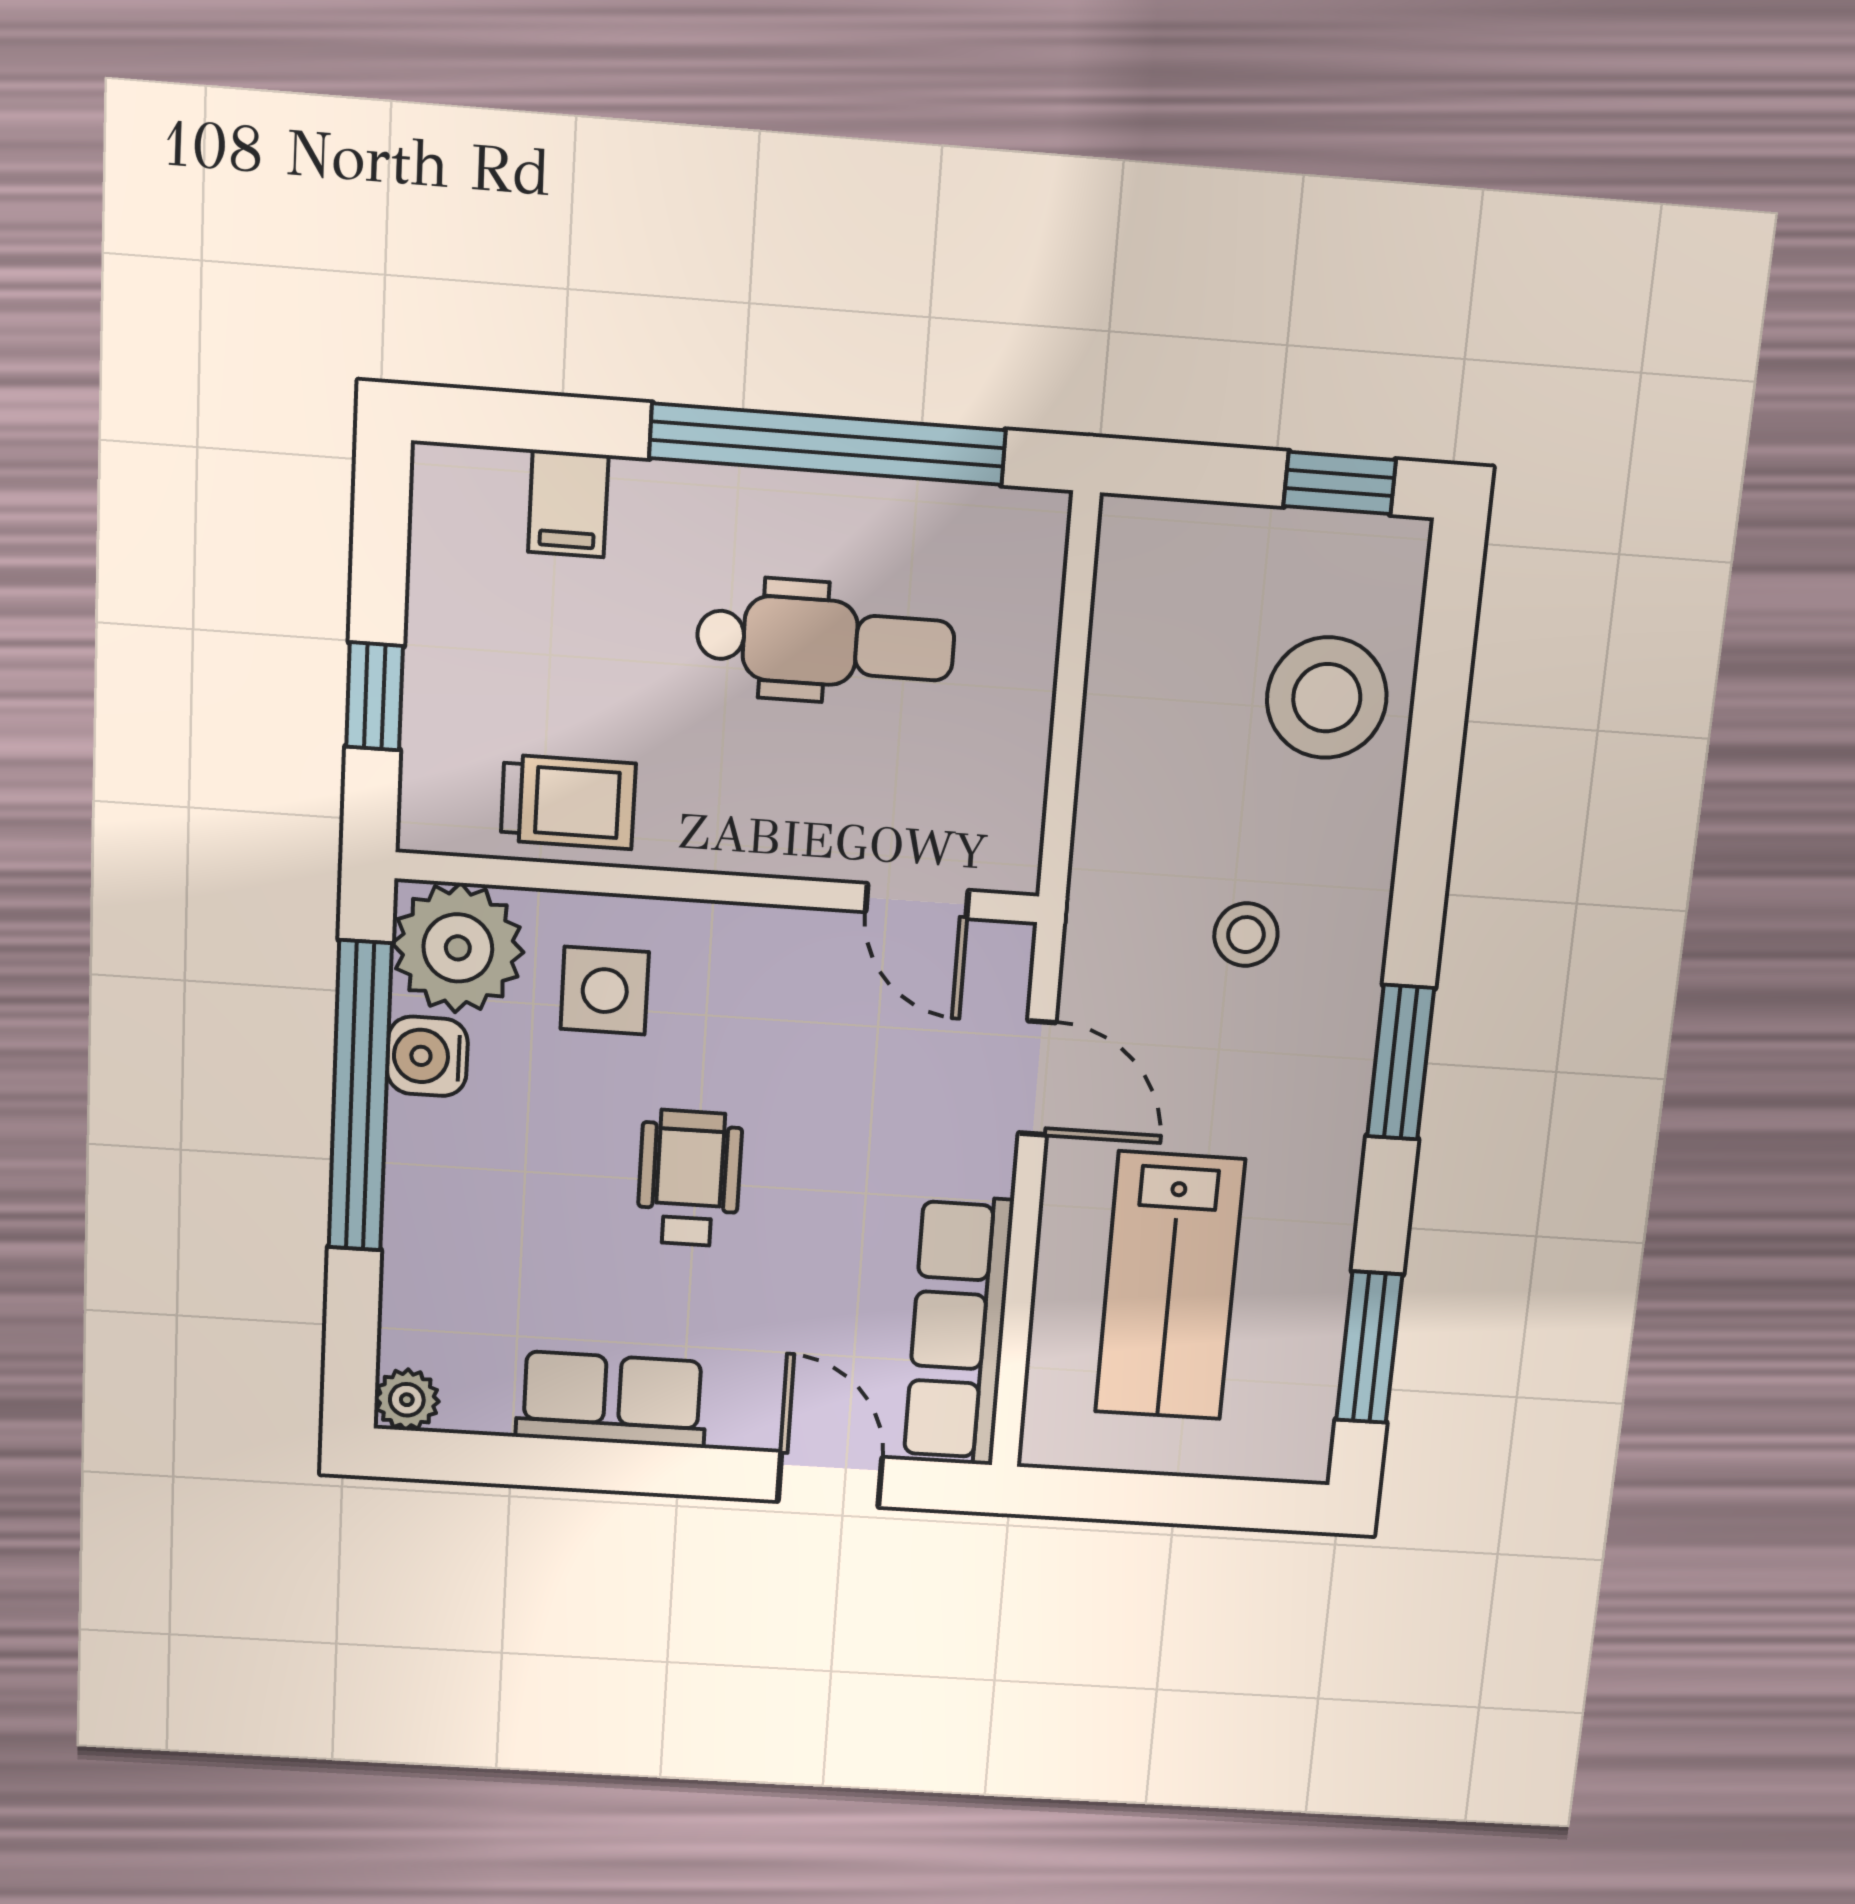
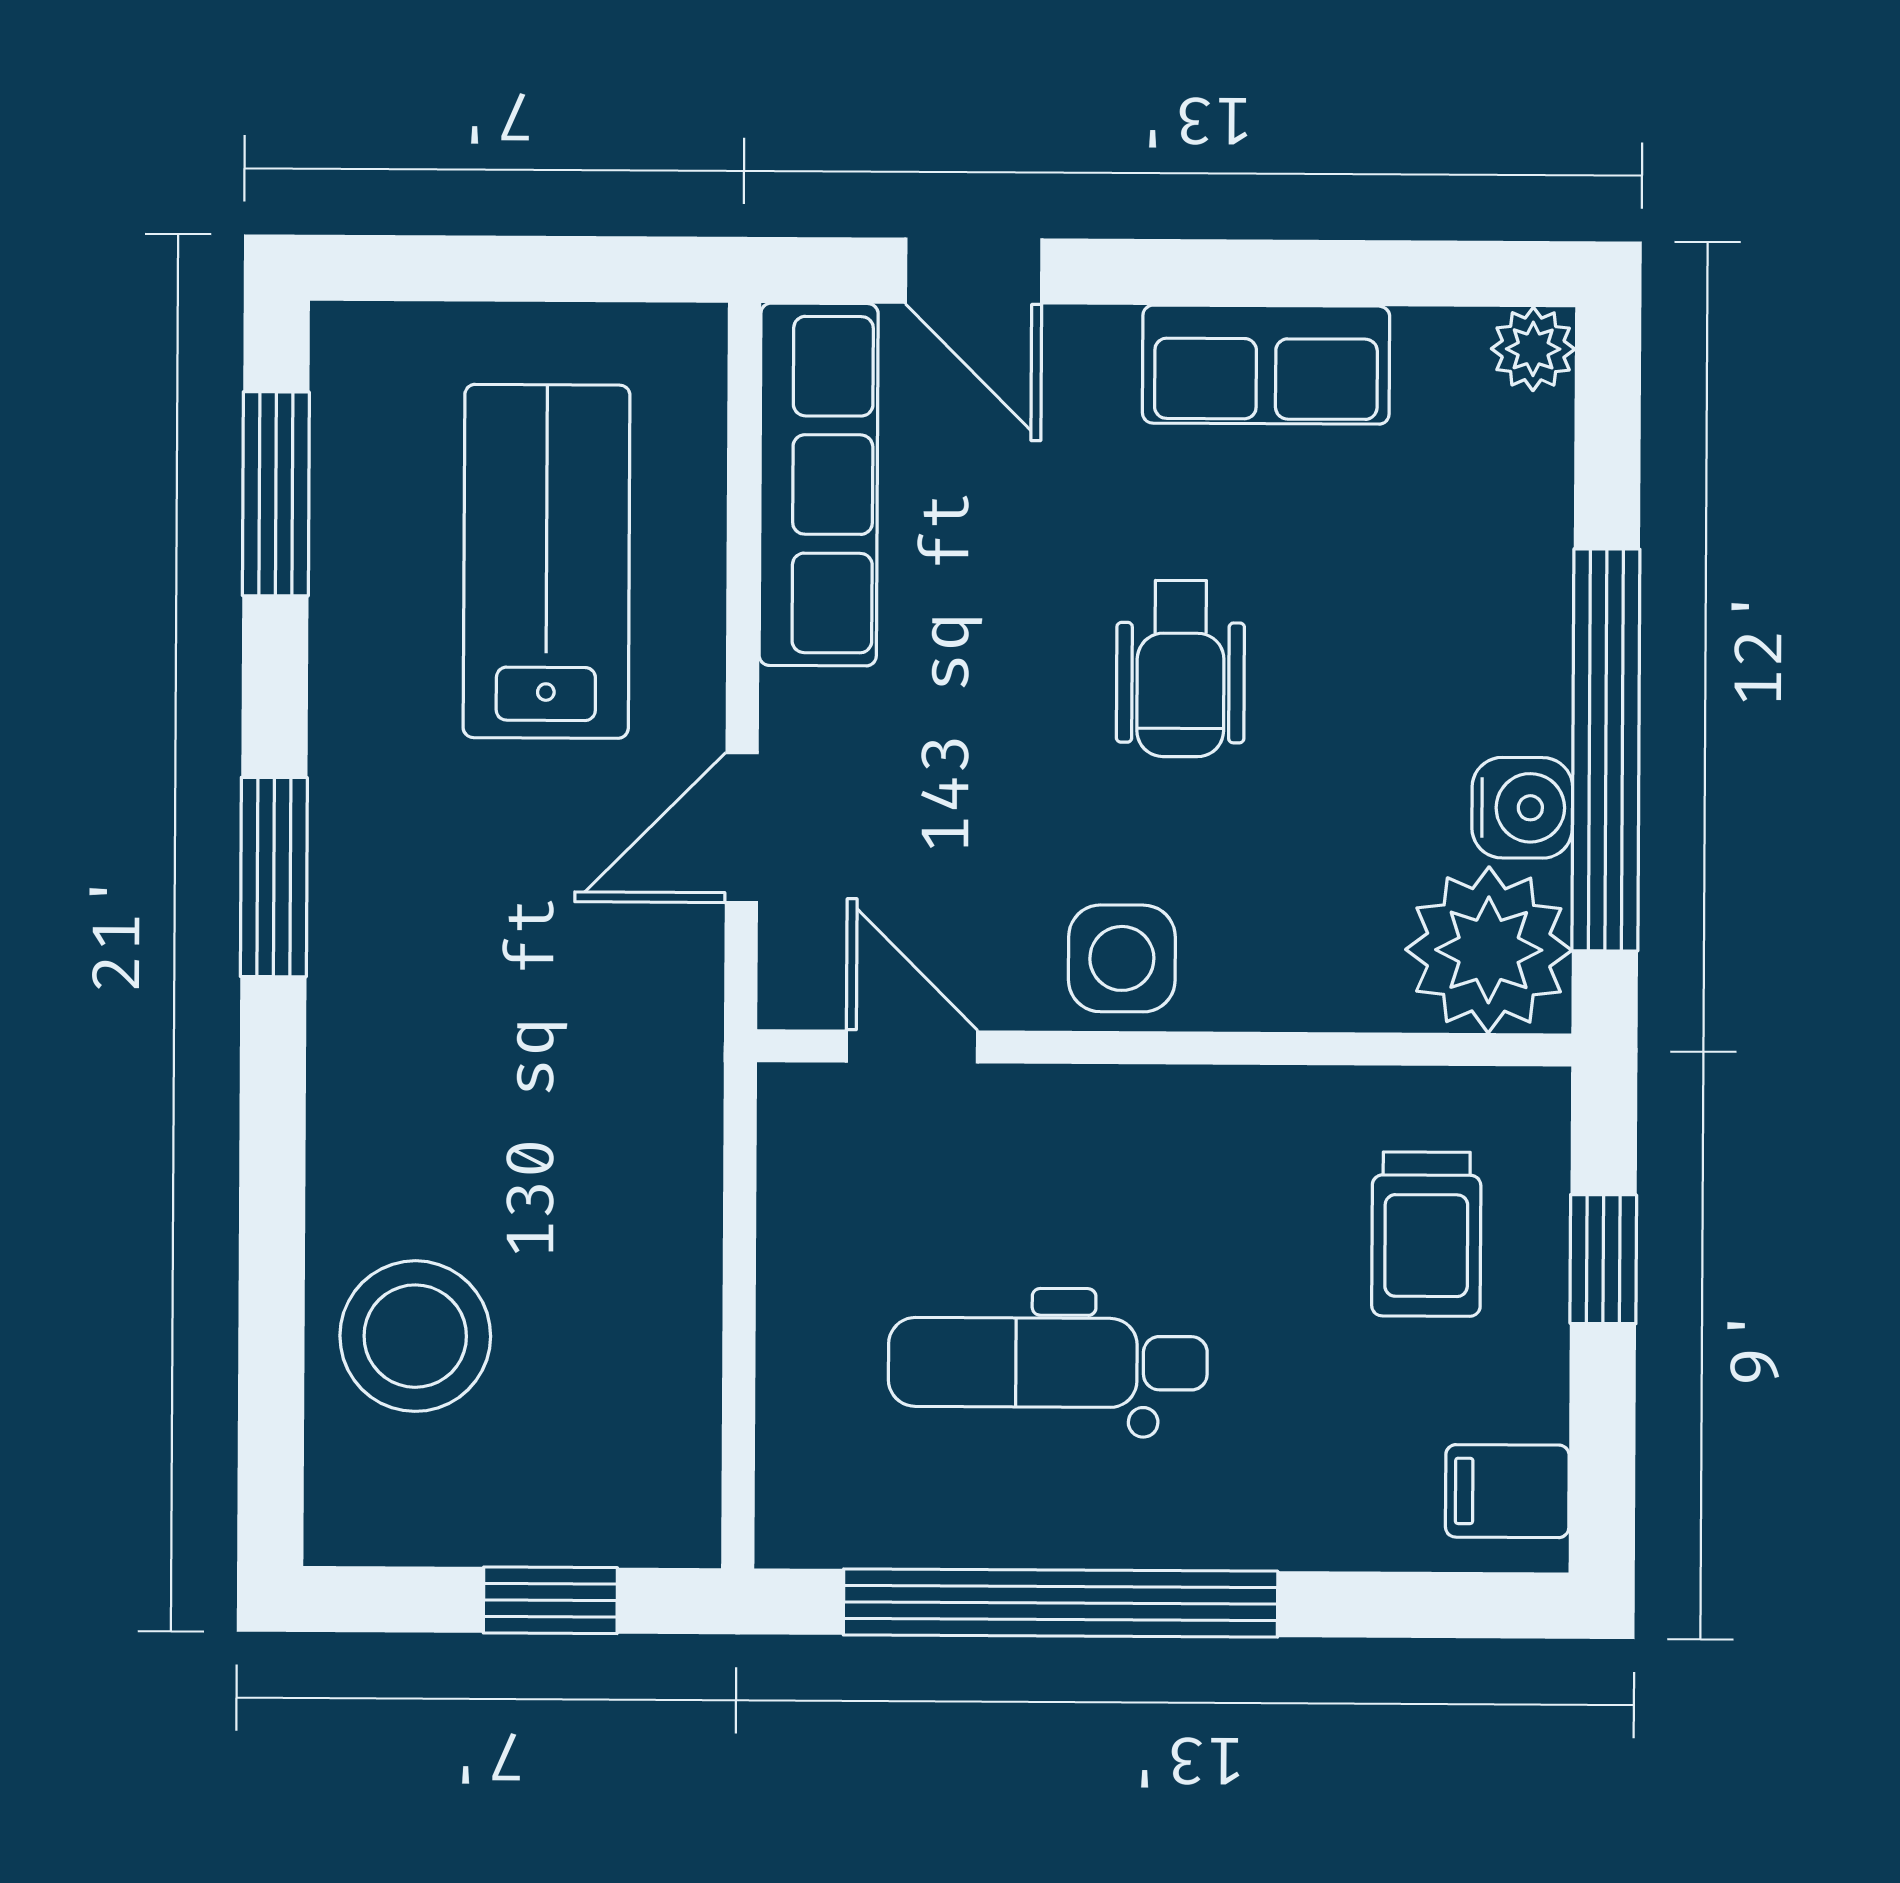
window: (1340, 483) -> (550, 1600), moved
filing cabinet: (568, 504) -> (1507, 1491), moved, turned -90
trolley: (568, 802) -> (1426, 1234), moved, turned -90
stool: (1246, 935) -> (489, 1030), removed
side table: (605, 991) -> (1122, 958), moved
door: (1037, 1078) -> (742, 828), hinge flipped

